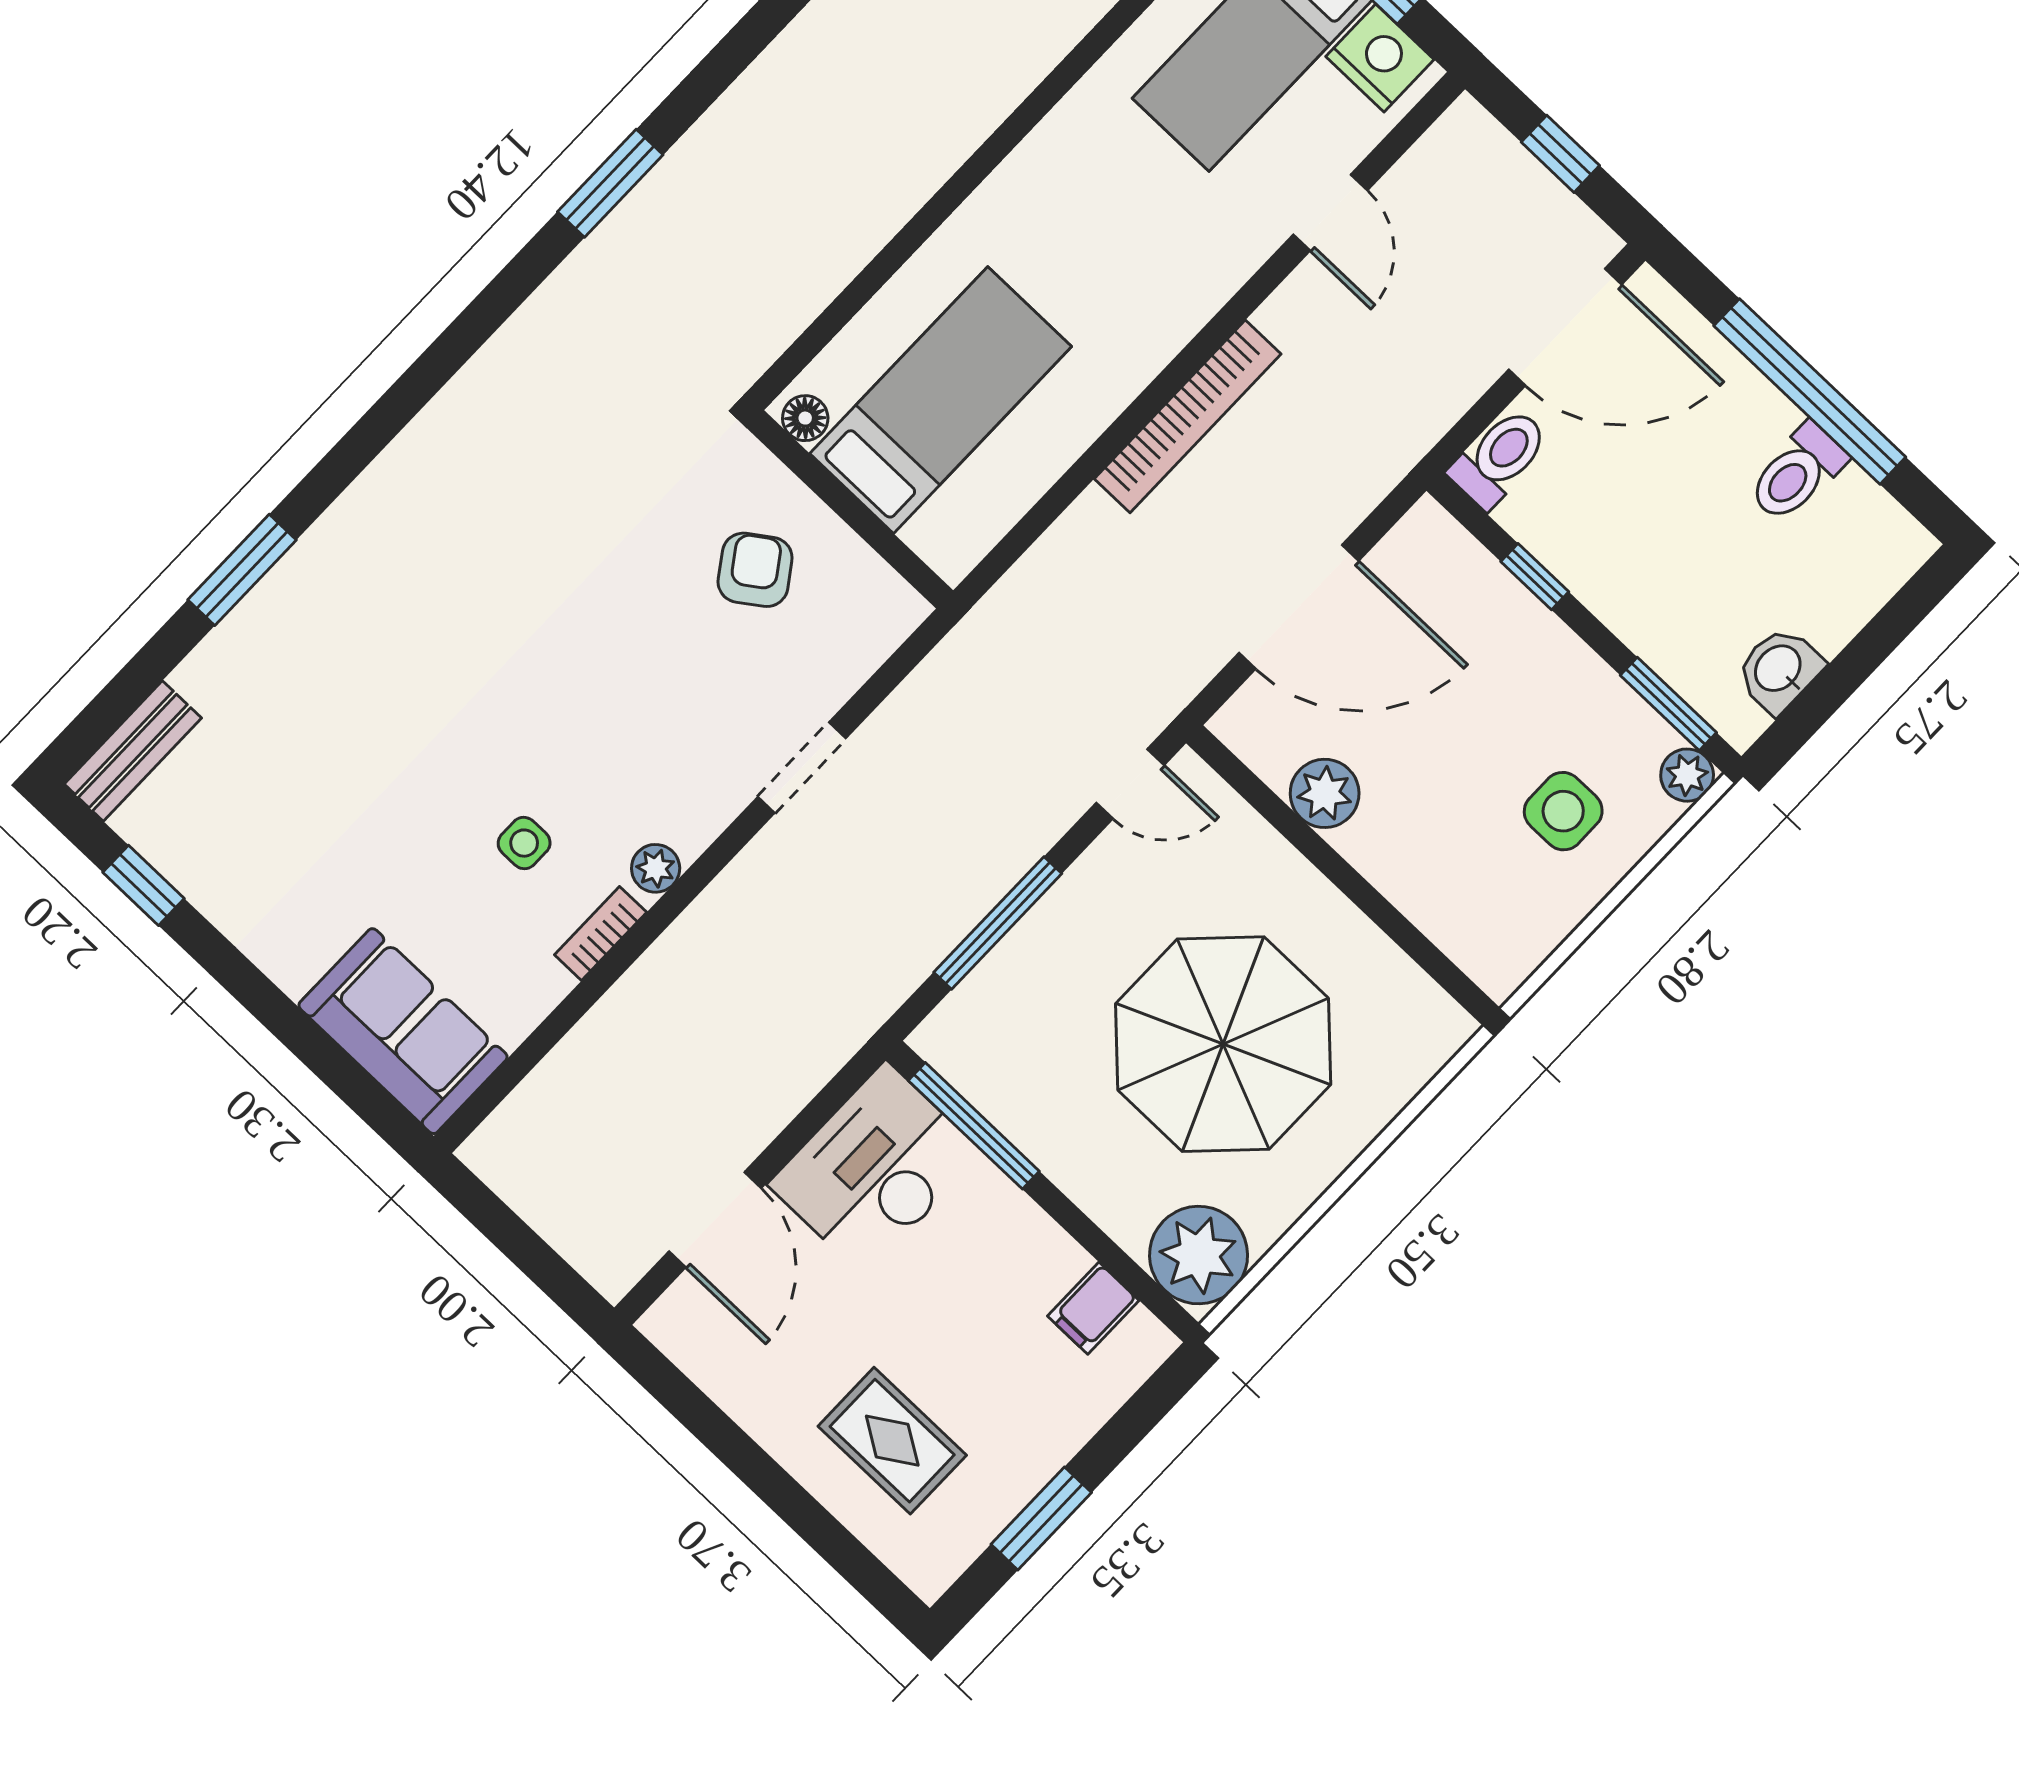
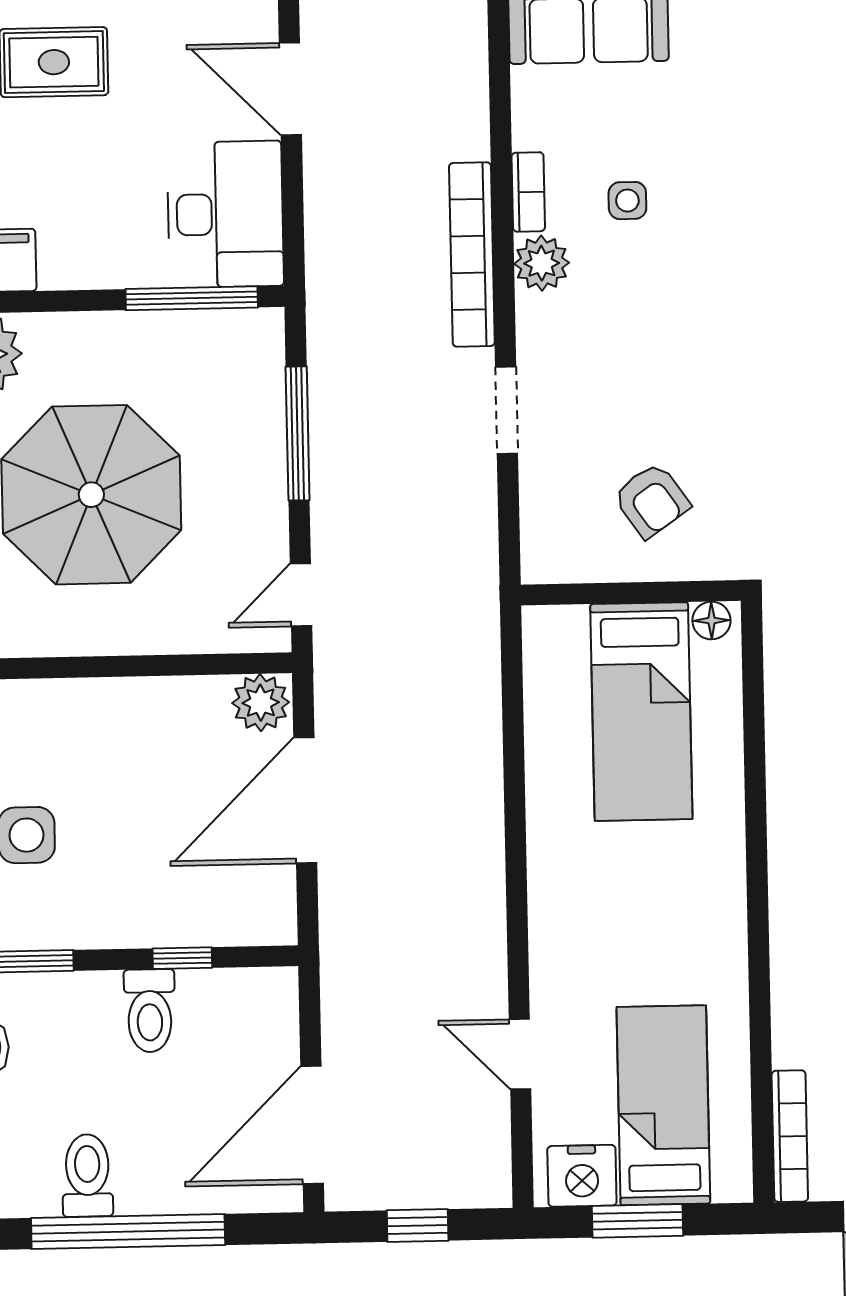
bookcase: (1188, 416) -> (472, 255), moved
toilet: (1499, 458) -> (150, 1011), moved
plant: (1325, 793) -> (261, 703), moved
plant: (656, 868) -> (542, 263), width x1.38, depth x1.38

